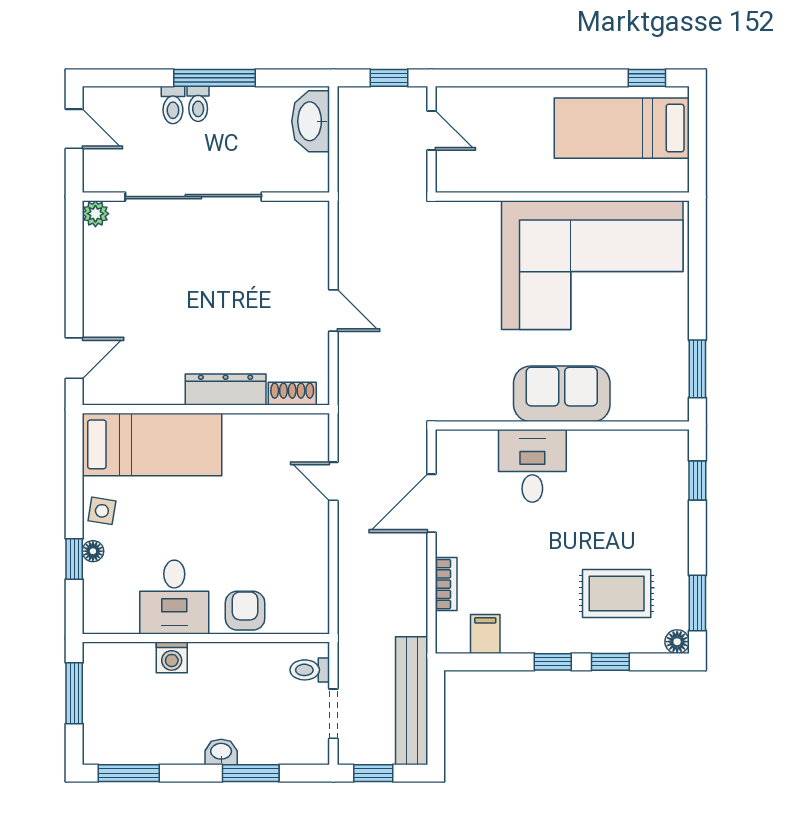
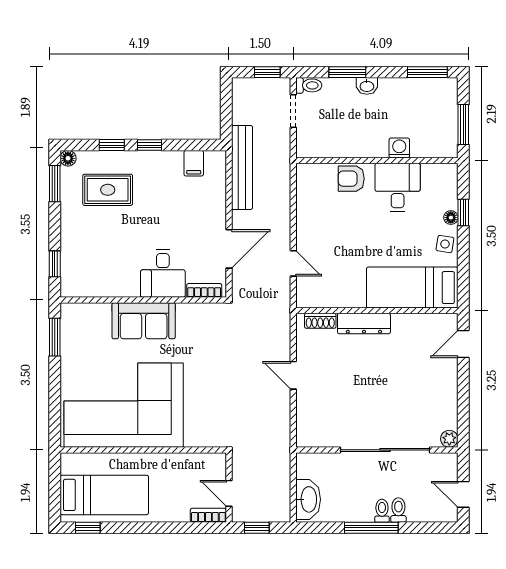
bookcase: (463, 97) -> (208, 515), added
bookcase: (446, 584) -> (204, 290), moved, turned 90
armchair: (245, 611) -> (351, 179), turned 90
toilet: (310, 670) -> (309, 85), moved
bench: (412, 701) -> (242, 167), moved

